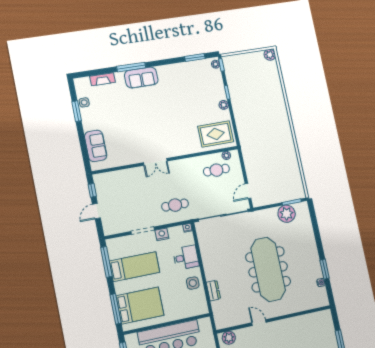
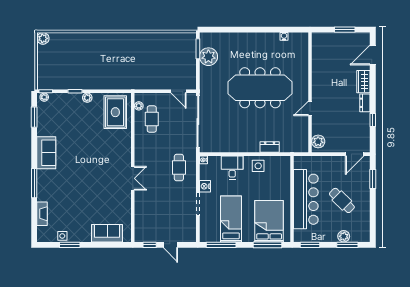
sofa: (141, 78) -> (46, 153), moved
window: (325, 269) -> (272, 30), removed

